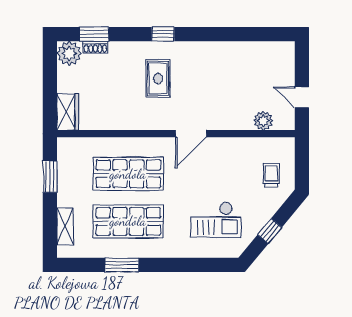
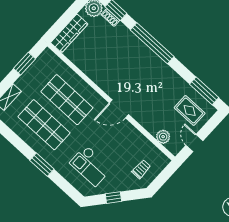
window: (163, 34) -> (152, 43), width x3.17
window: (262, 34) -> (204, 91), added
rug: (158, 78) -> (190, 110), moved, turned 90
wardrobe: (68, 112) -> (69, 33), width x1.50
window: (122, 265) -> (42, 165), moved

